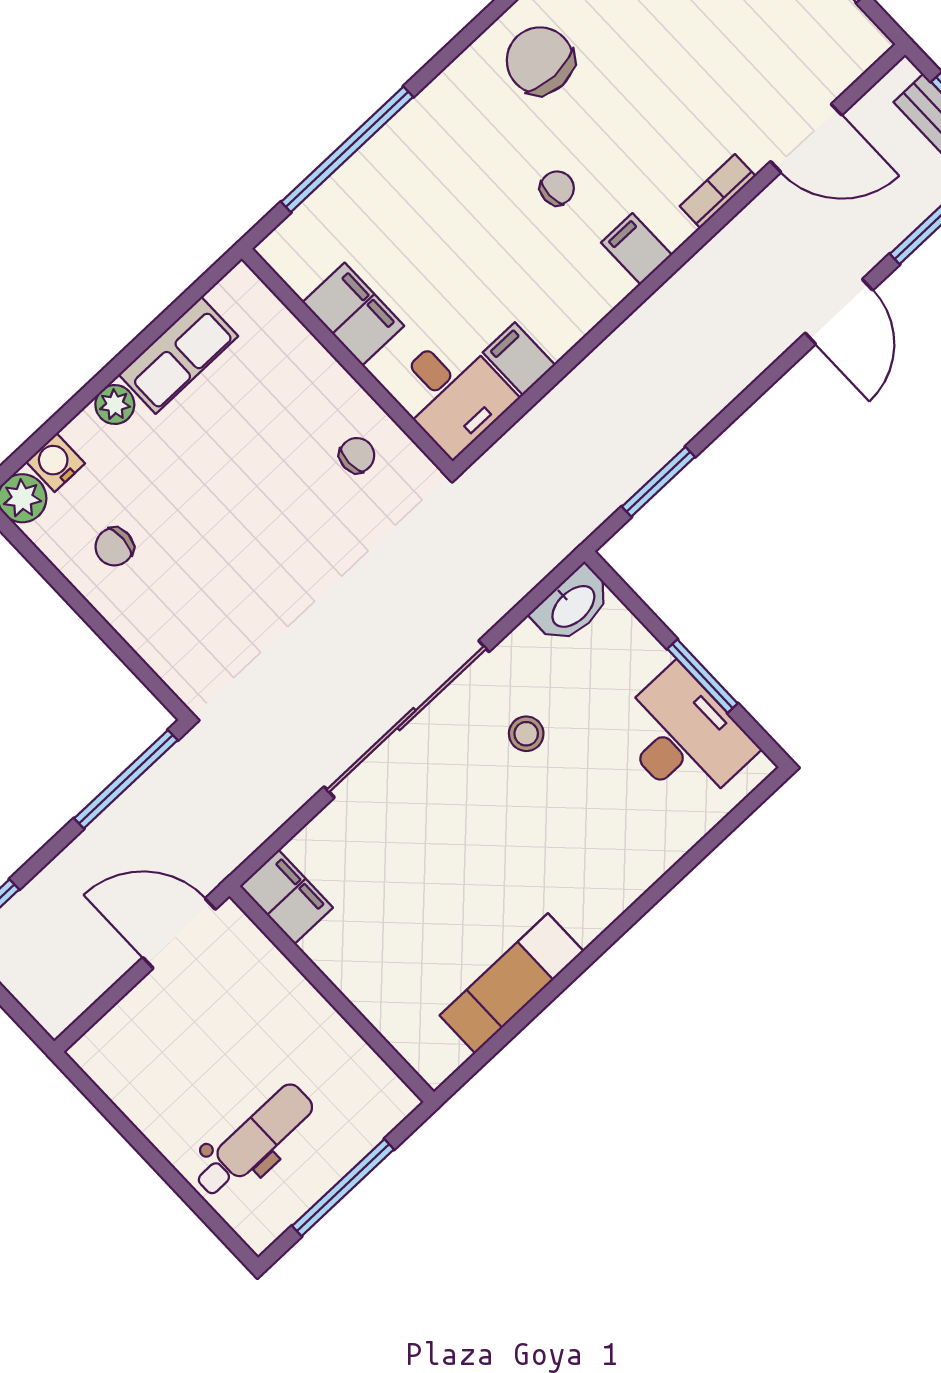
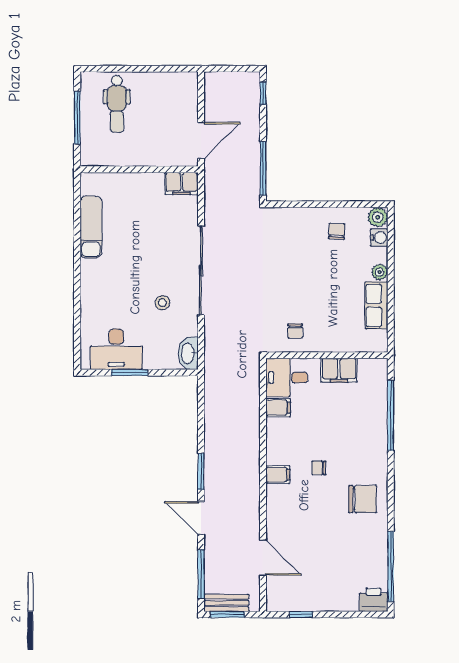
door: (806, 138) -> (263, 558), swing flipped
chair: (557, 188) -> (319, 468), turned 90
bookcase: (718, 191) -> (272, 516), removed
window: (658, 482) -> (201, 471), moved

